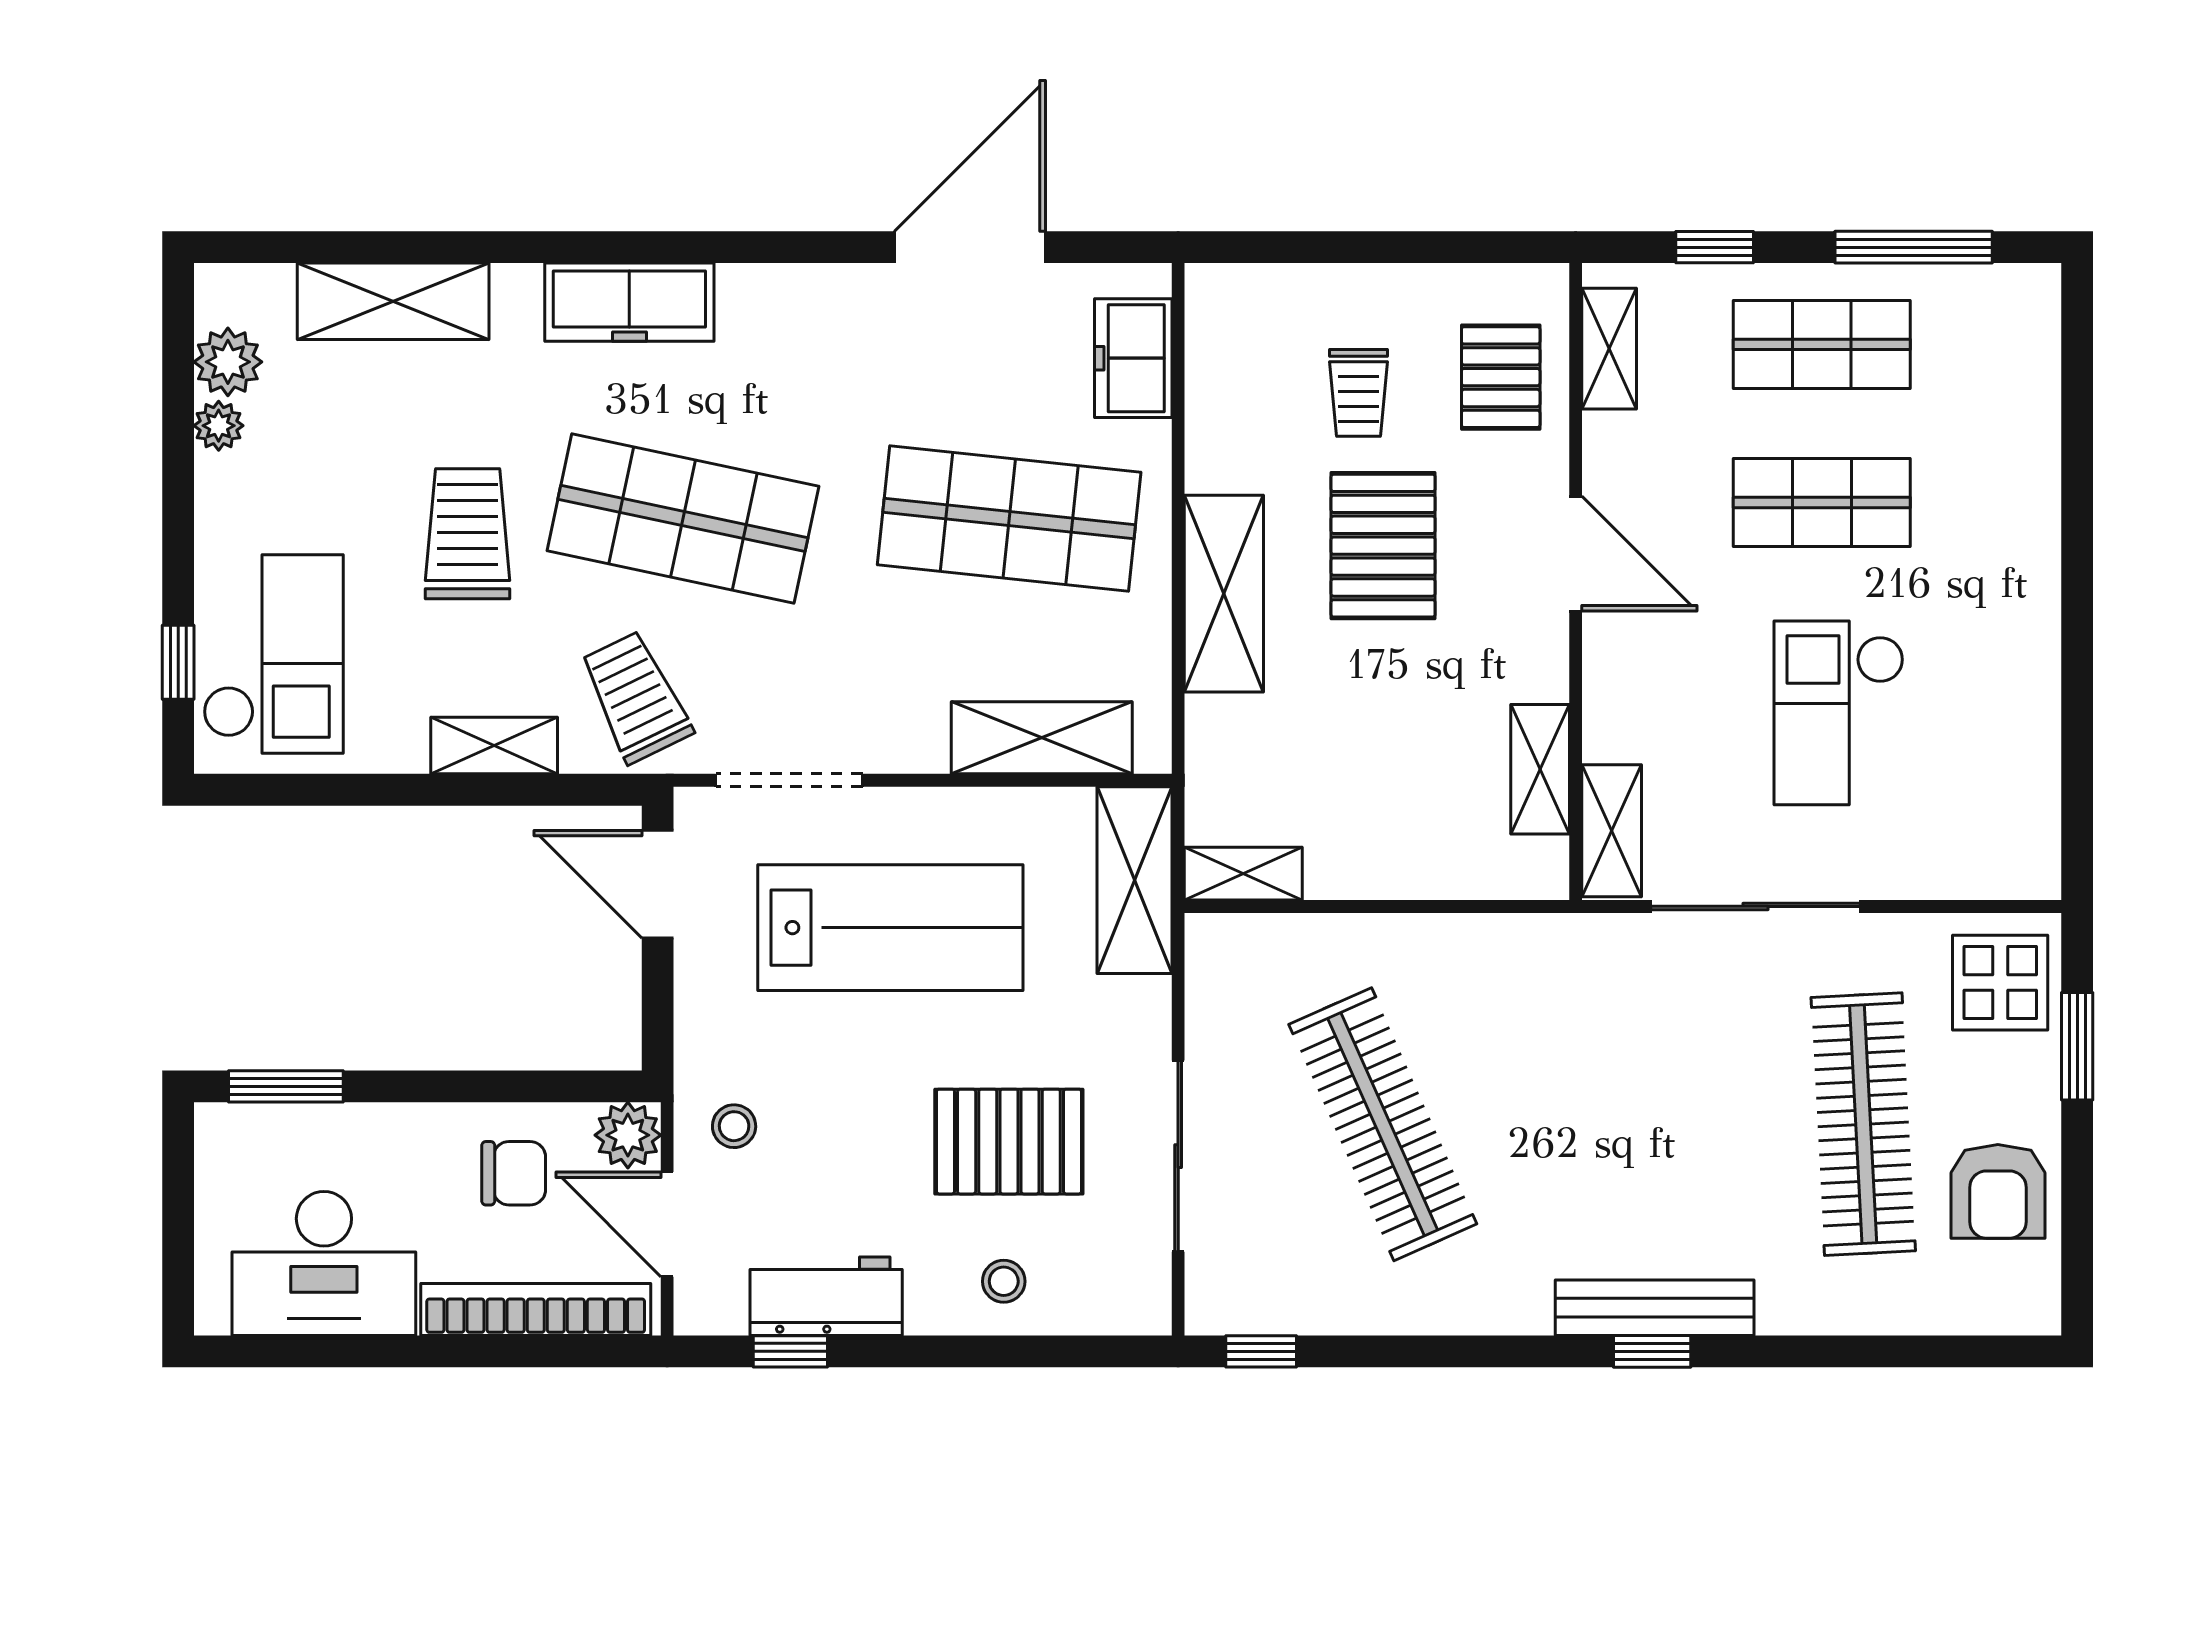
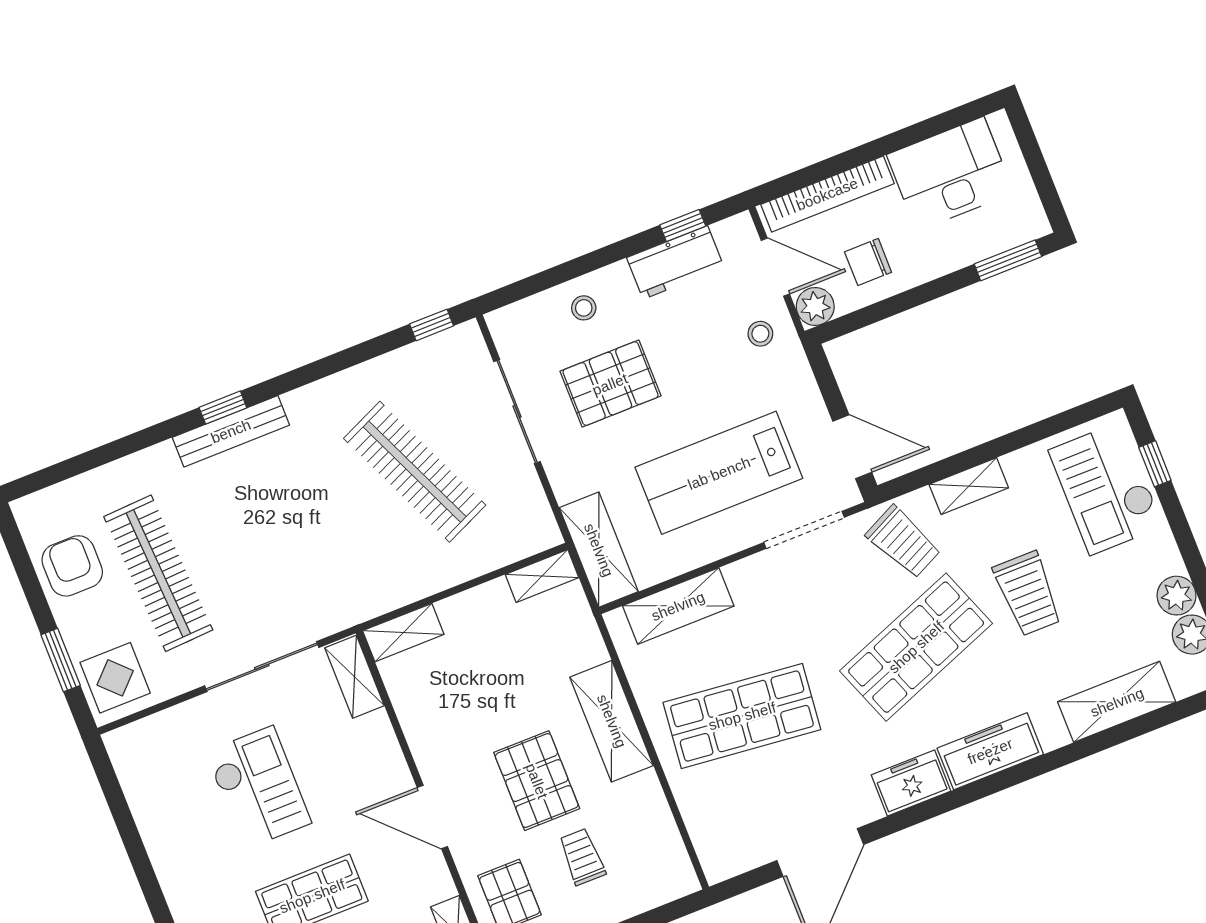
freezer: (1133, 358) -> (911, 783), moved, turned -90
plant: (219, 426) -> (1177, 596), width x1.38, depth x1.38
shop shelf: (683, 518) -> (916, 647), turned -33
shelving: (1540, 769) -> (403, 633), moved, turned 90

